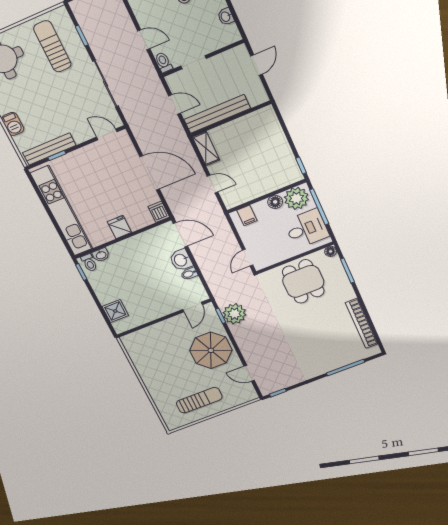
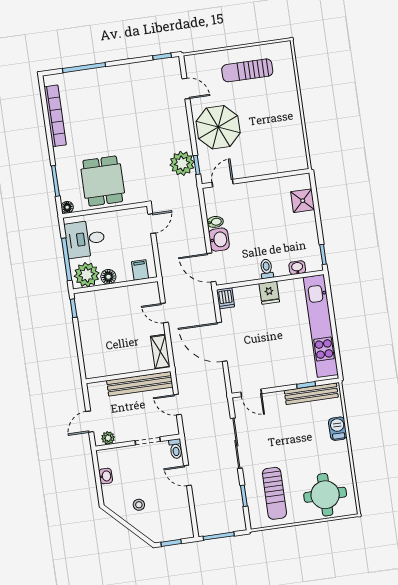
plant: (234, 54) -> (108, 438), added
toilet: (89, 263) -> (267, 269), moved

